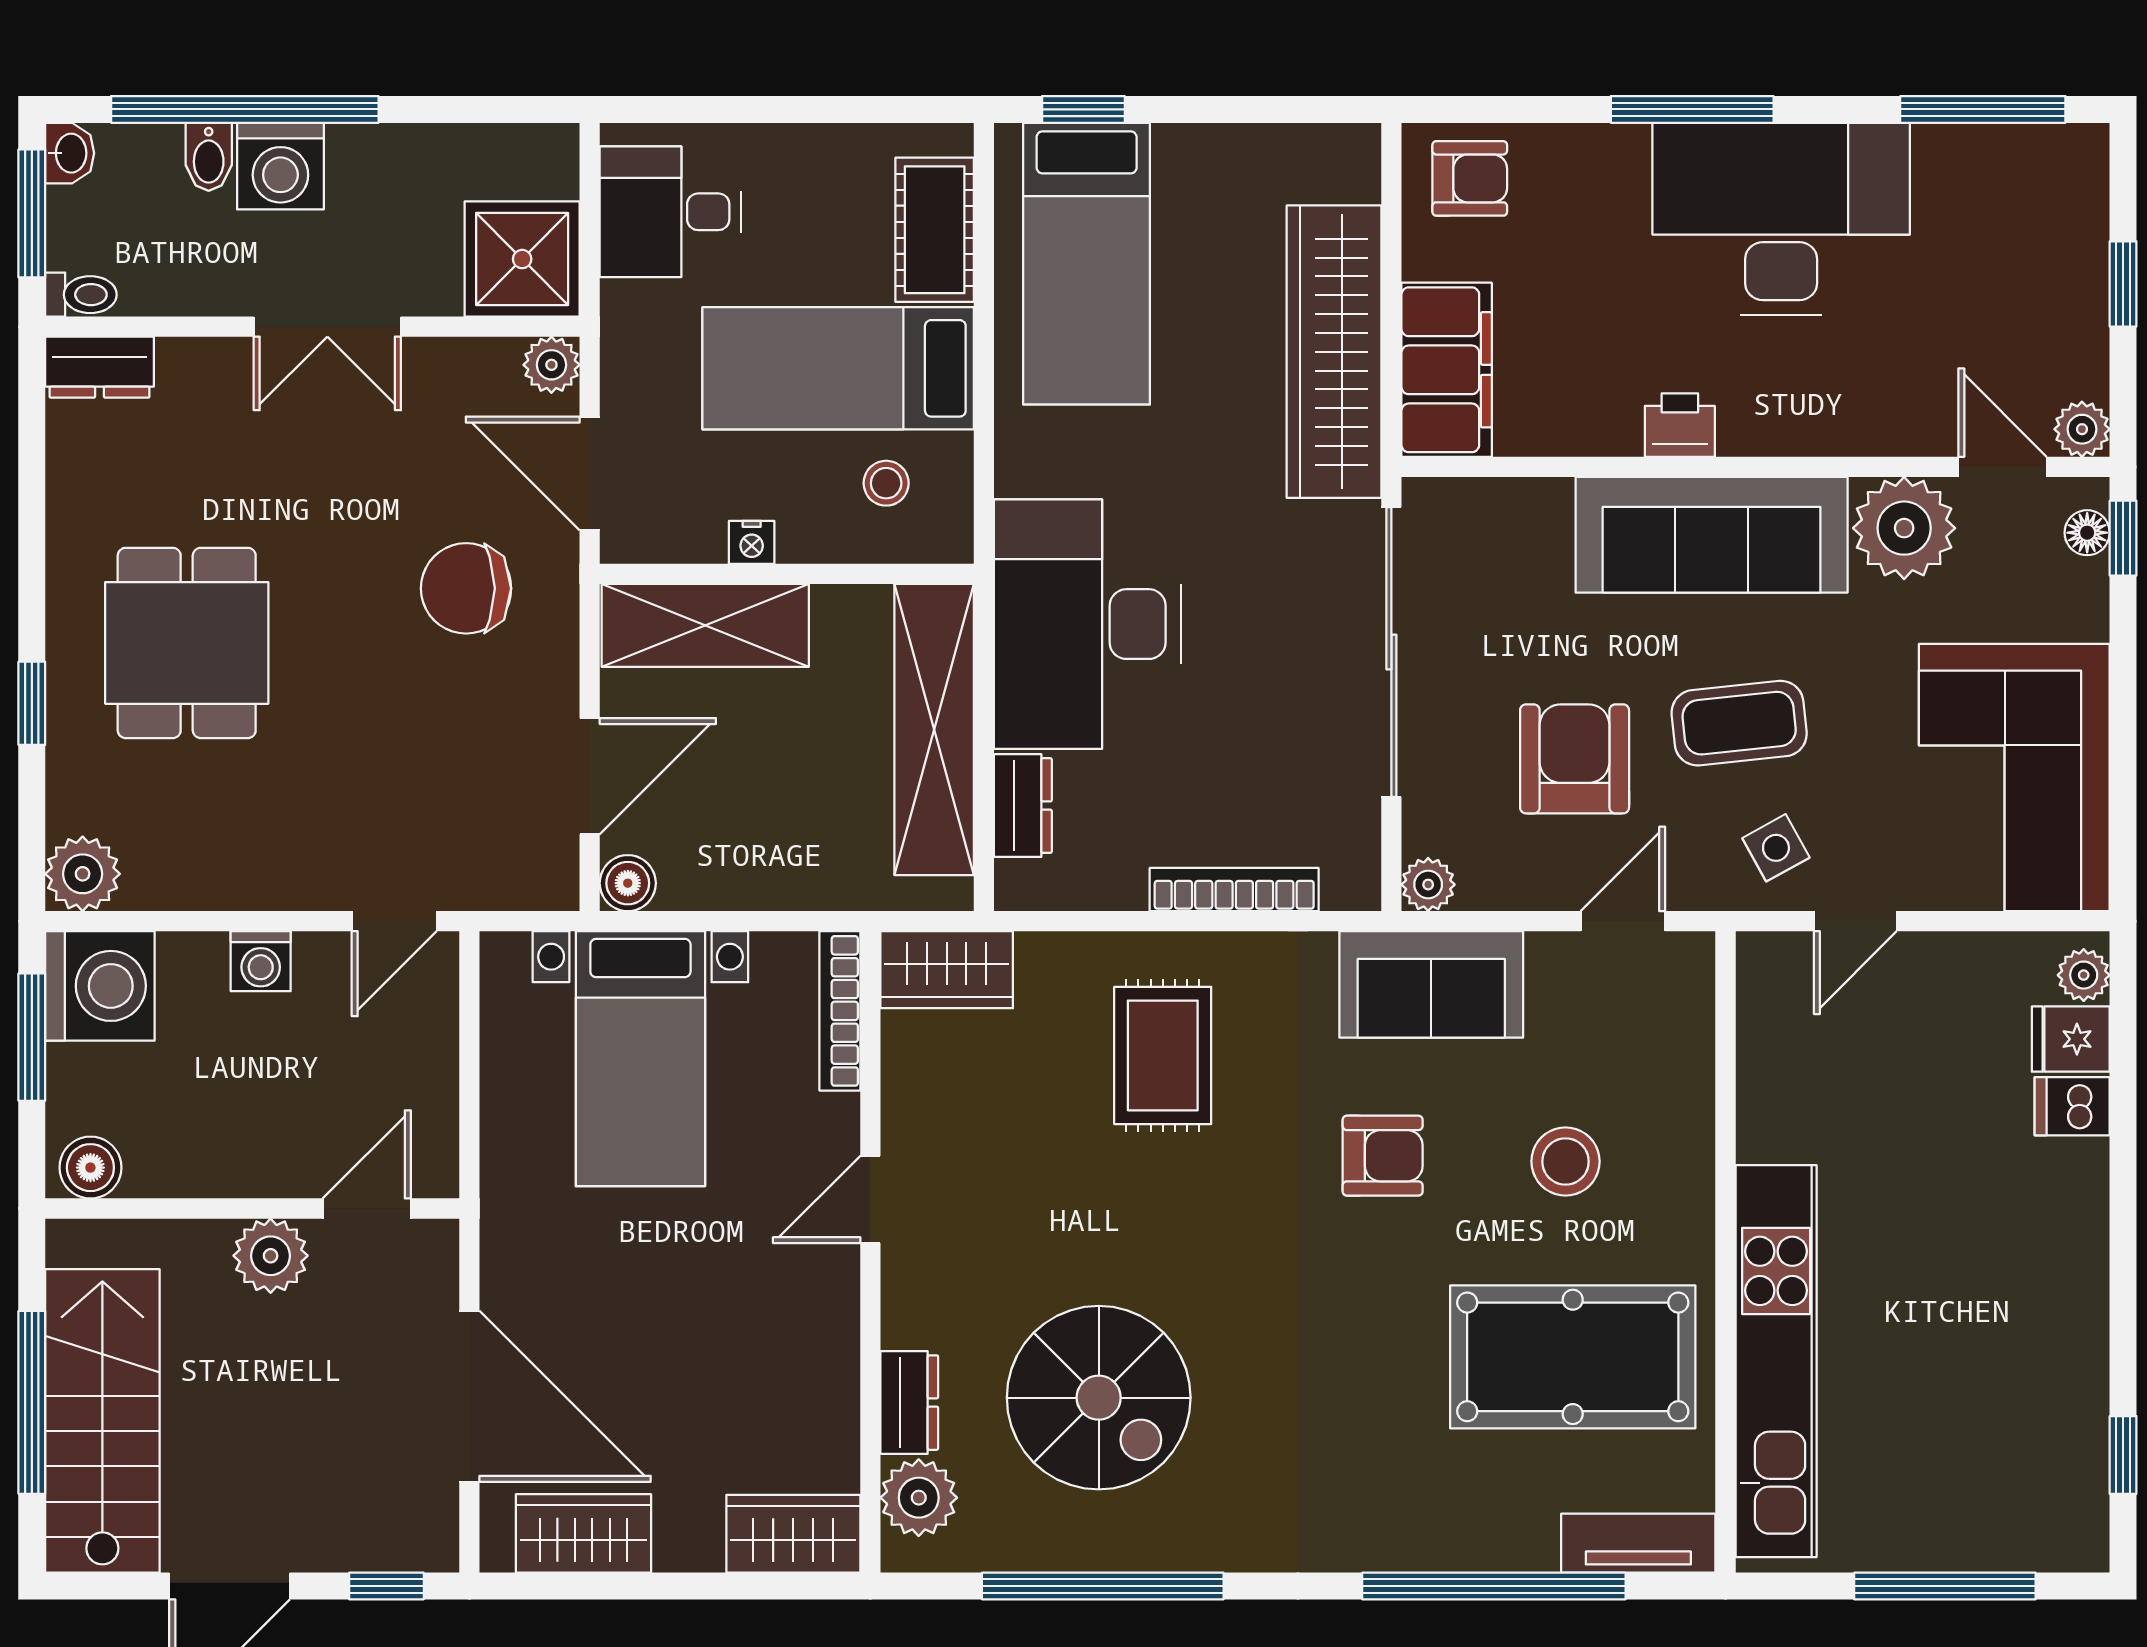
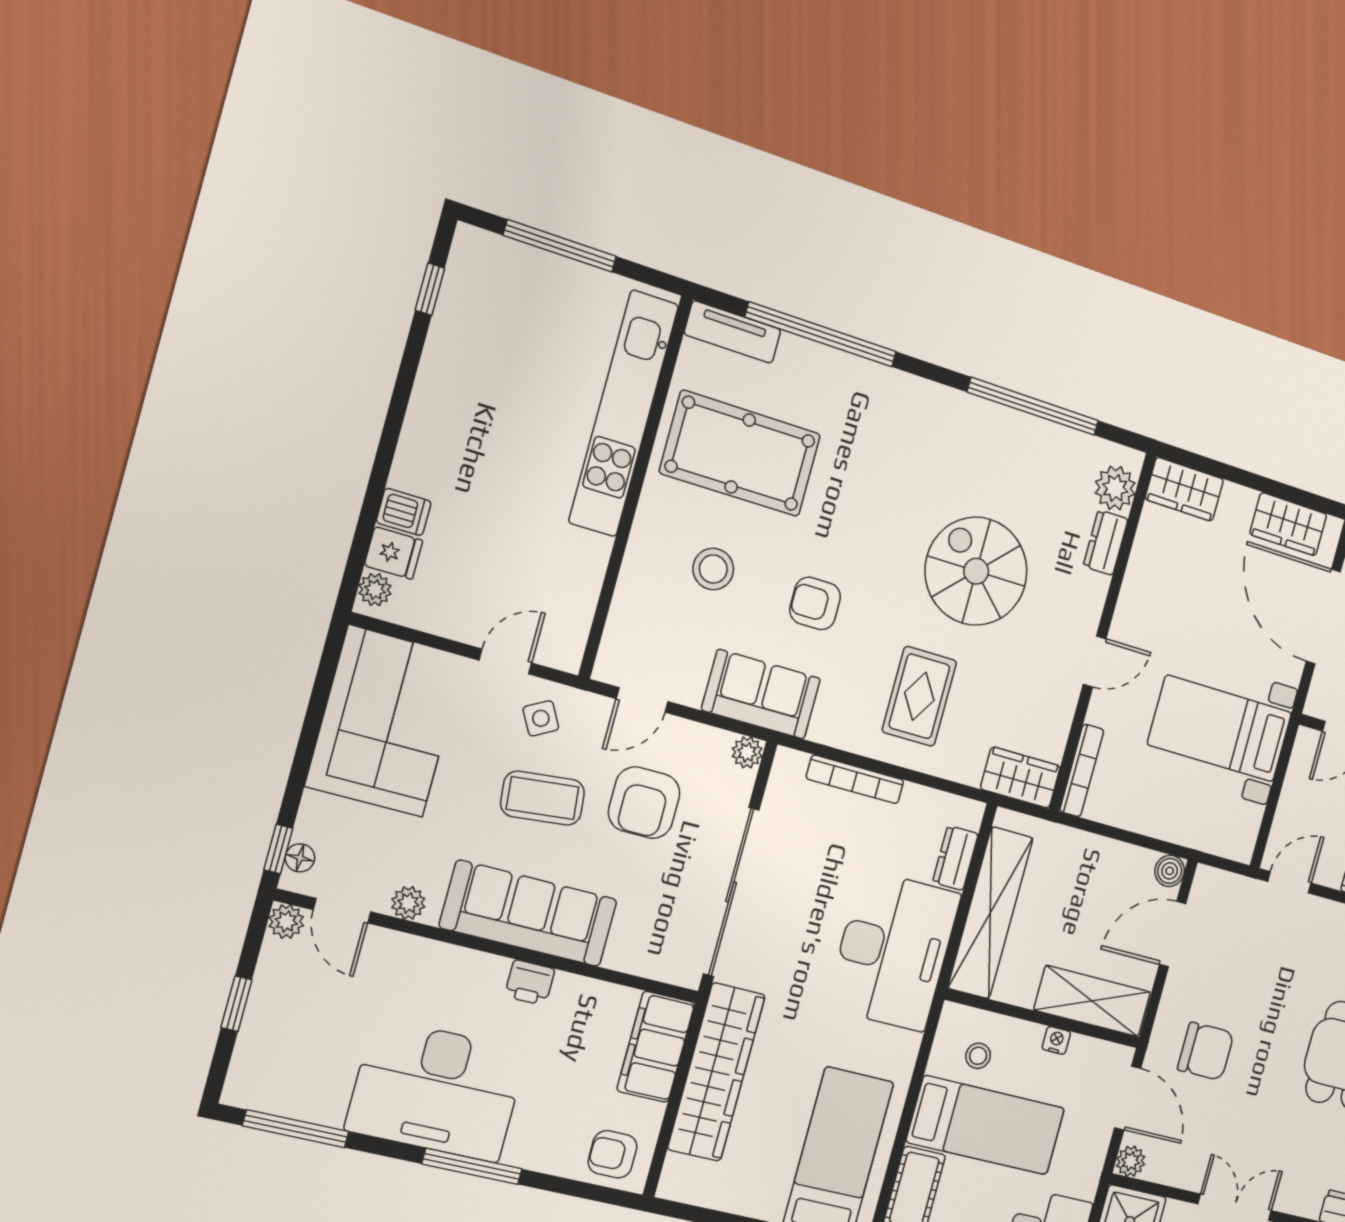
plant: (1904, 528) -> (408, 903), width x0.53, depth x0.53
bed with nightstands: (640, 1059) -> (1220, 729), moved, turned -90
spiral stairs: (1099, 1398) -> (976, 571), moved

